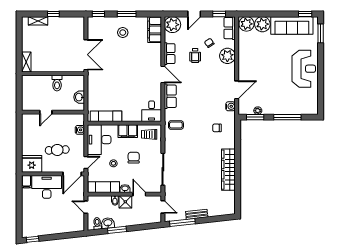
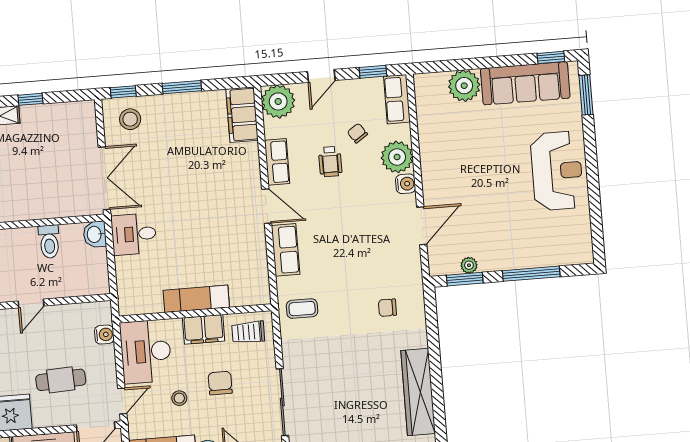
plant: (247, 24) -> (431, 88), removed
stool: (123, 33) -> (130, 119), moved
washbasin: (79, 97) -> (95, 234), moved
water cooler: (230, 106) -> (406, 184), moved
desk: (152, 111) -> (134, 234), moved, turned 90
exam couch: (106, 116) -> (196, 299), moved

